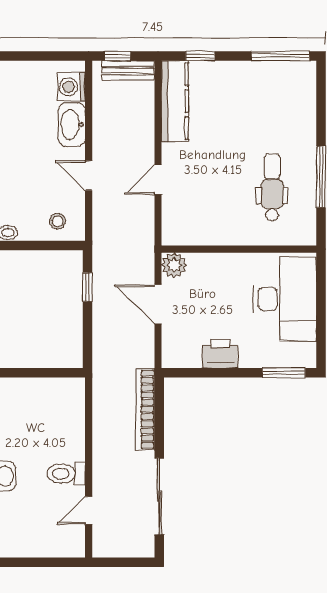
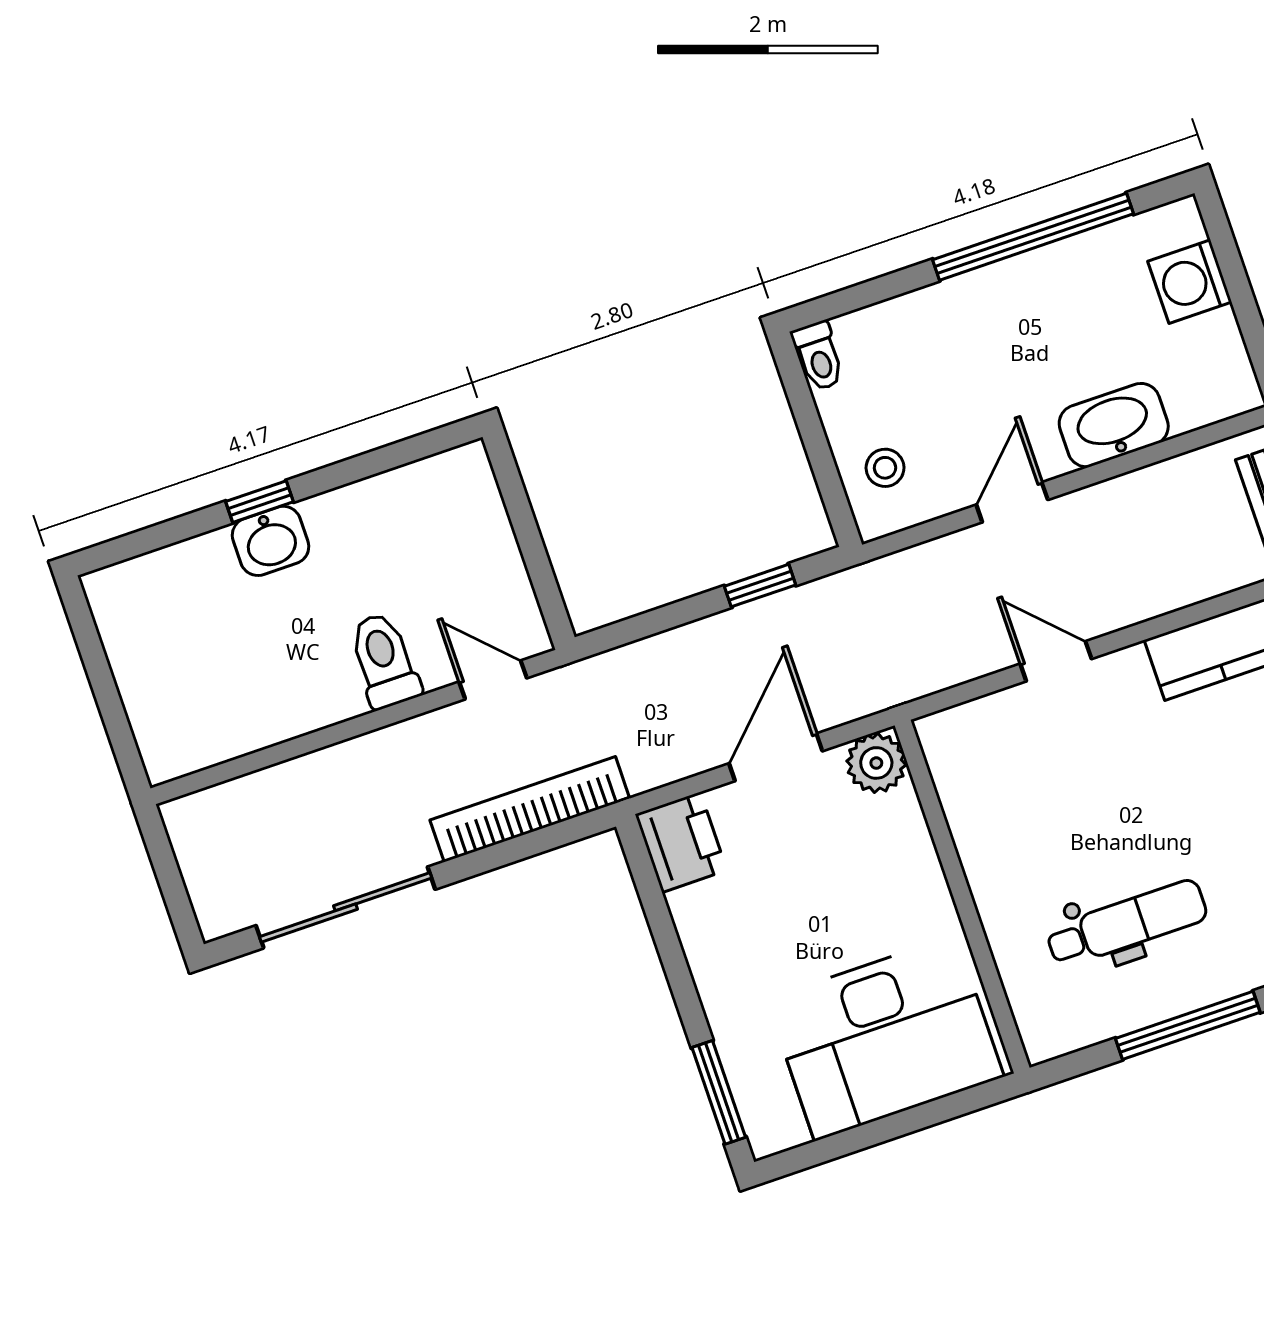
washing machine: (71, 87) -> (1190, 282), moved, turned -90
printer: (220, 354) -> (681, 842), moved
toilet: (66, 474) -> (384, 661), moved
door: (89, 510) -> (493, 680), moved

